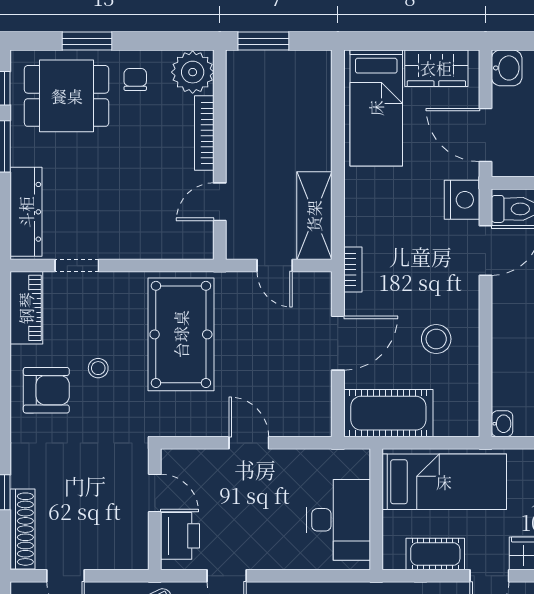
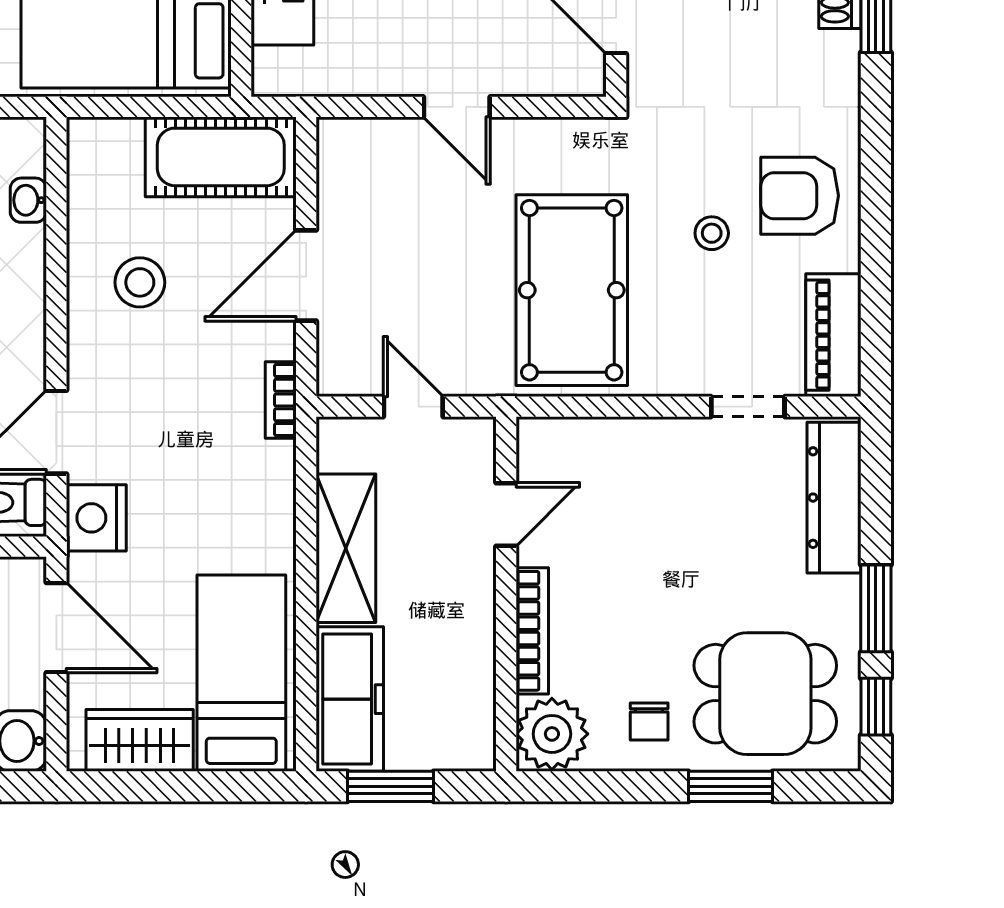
window: (263, 41) -> (390, 786), moved
freezer: (312, 93) -> (350, 699), added
shelving: (314, 216) -> (346, 548), moved
washbasin: (502, 424) -> (28, 200), moved

